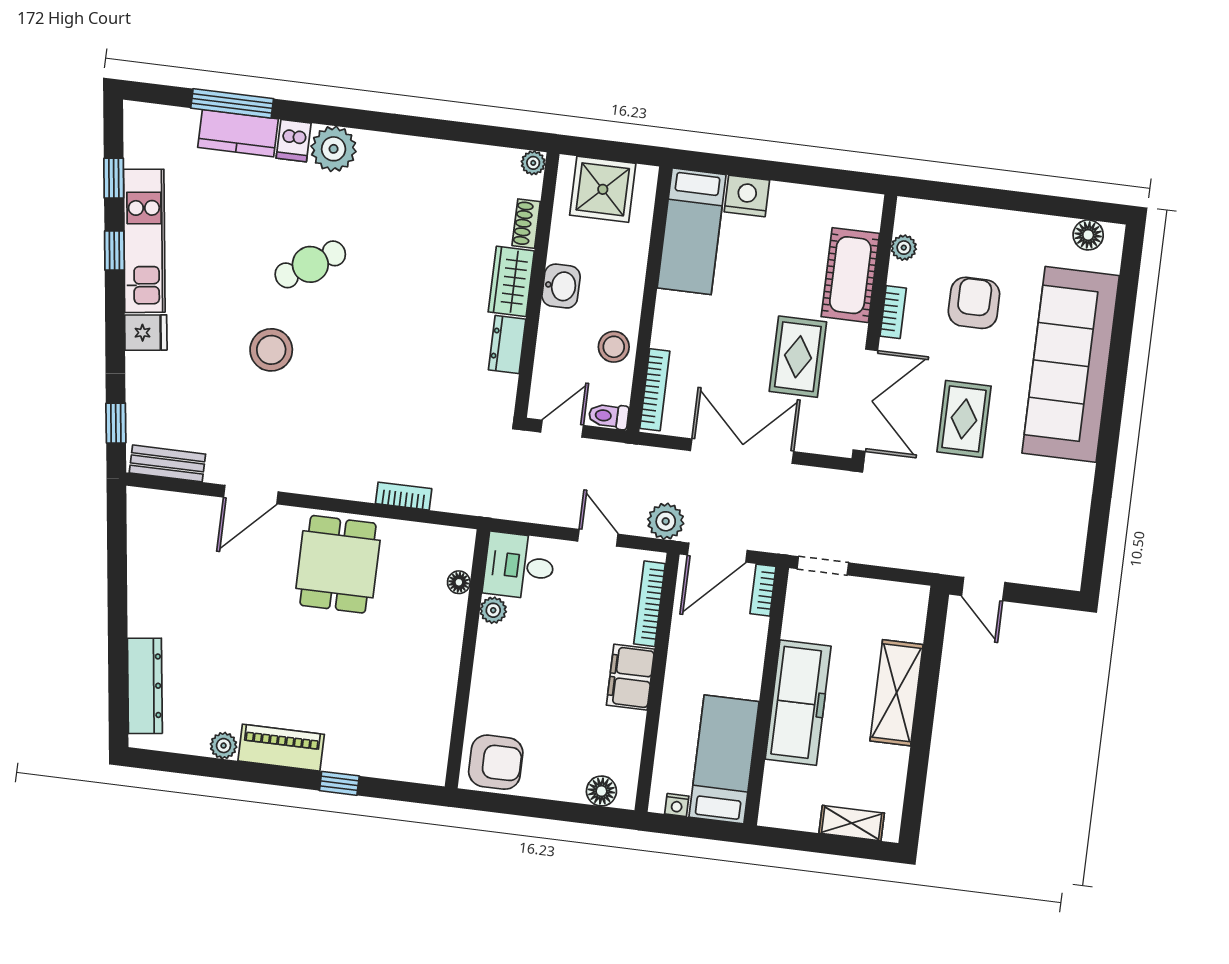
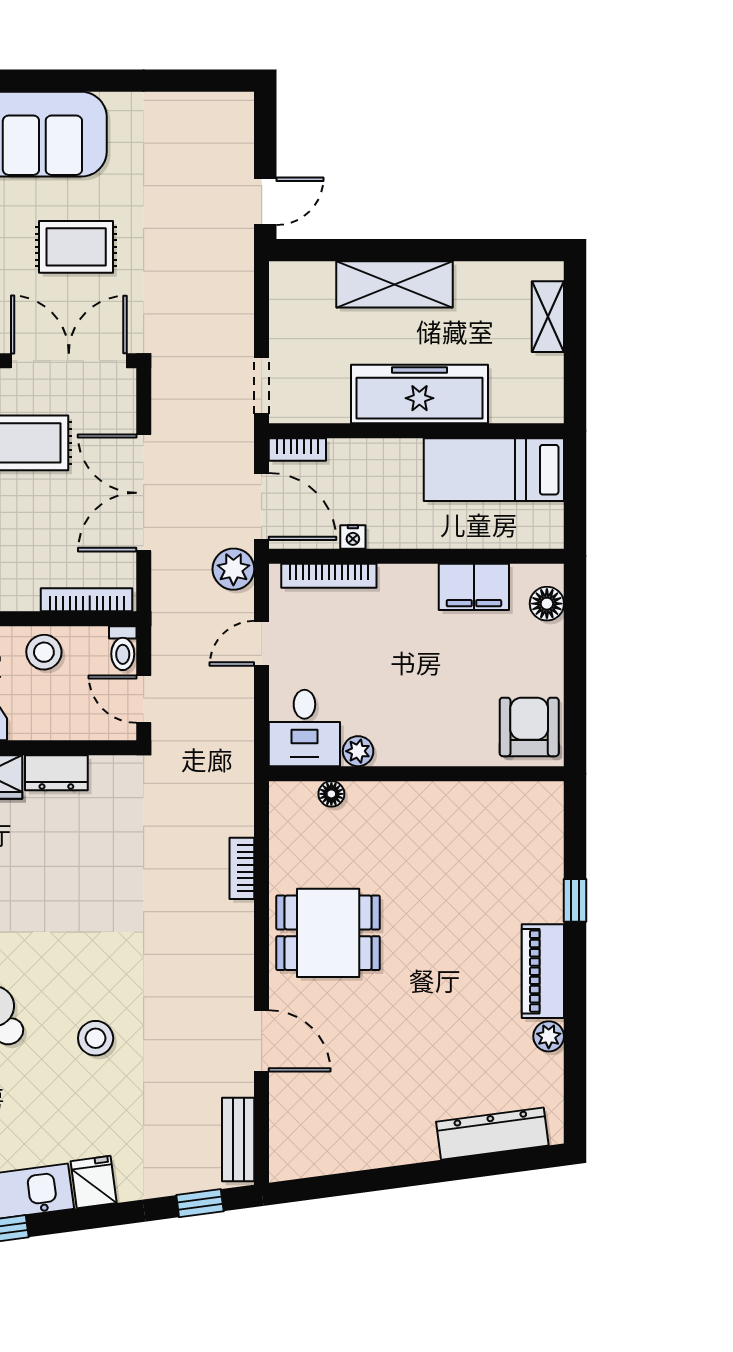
stool: (271, 350) -> (96, 1038), width x0.73, depth x0.73
filing cabinet: (630, 677) -> (474, 587), moved
nightstand: (677, 805) -> (353, 537), moved, turned 90

